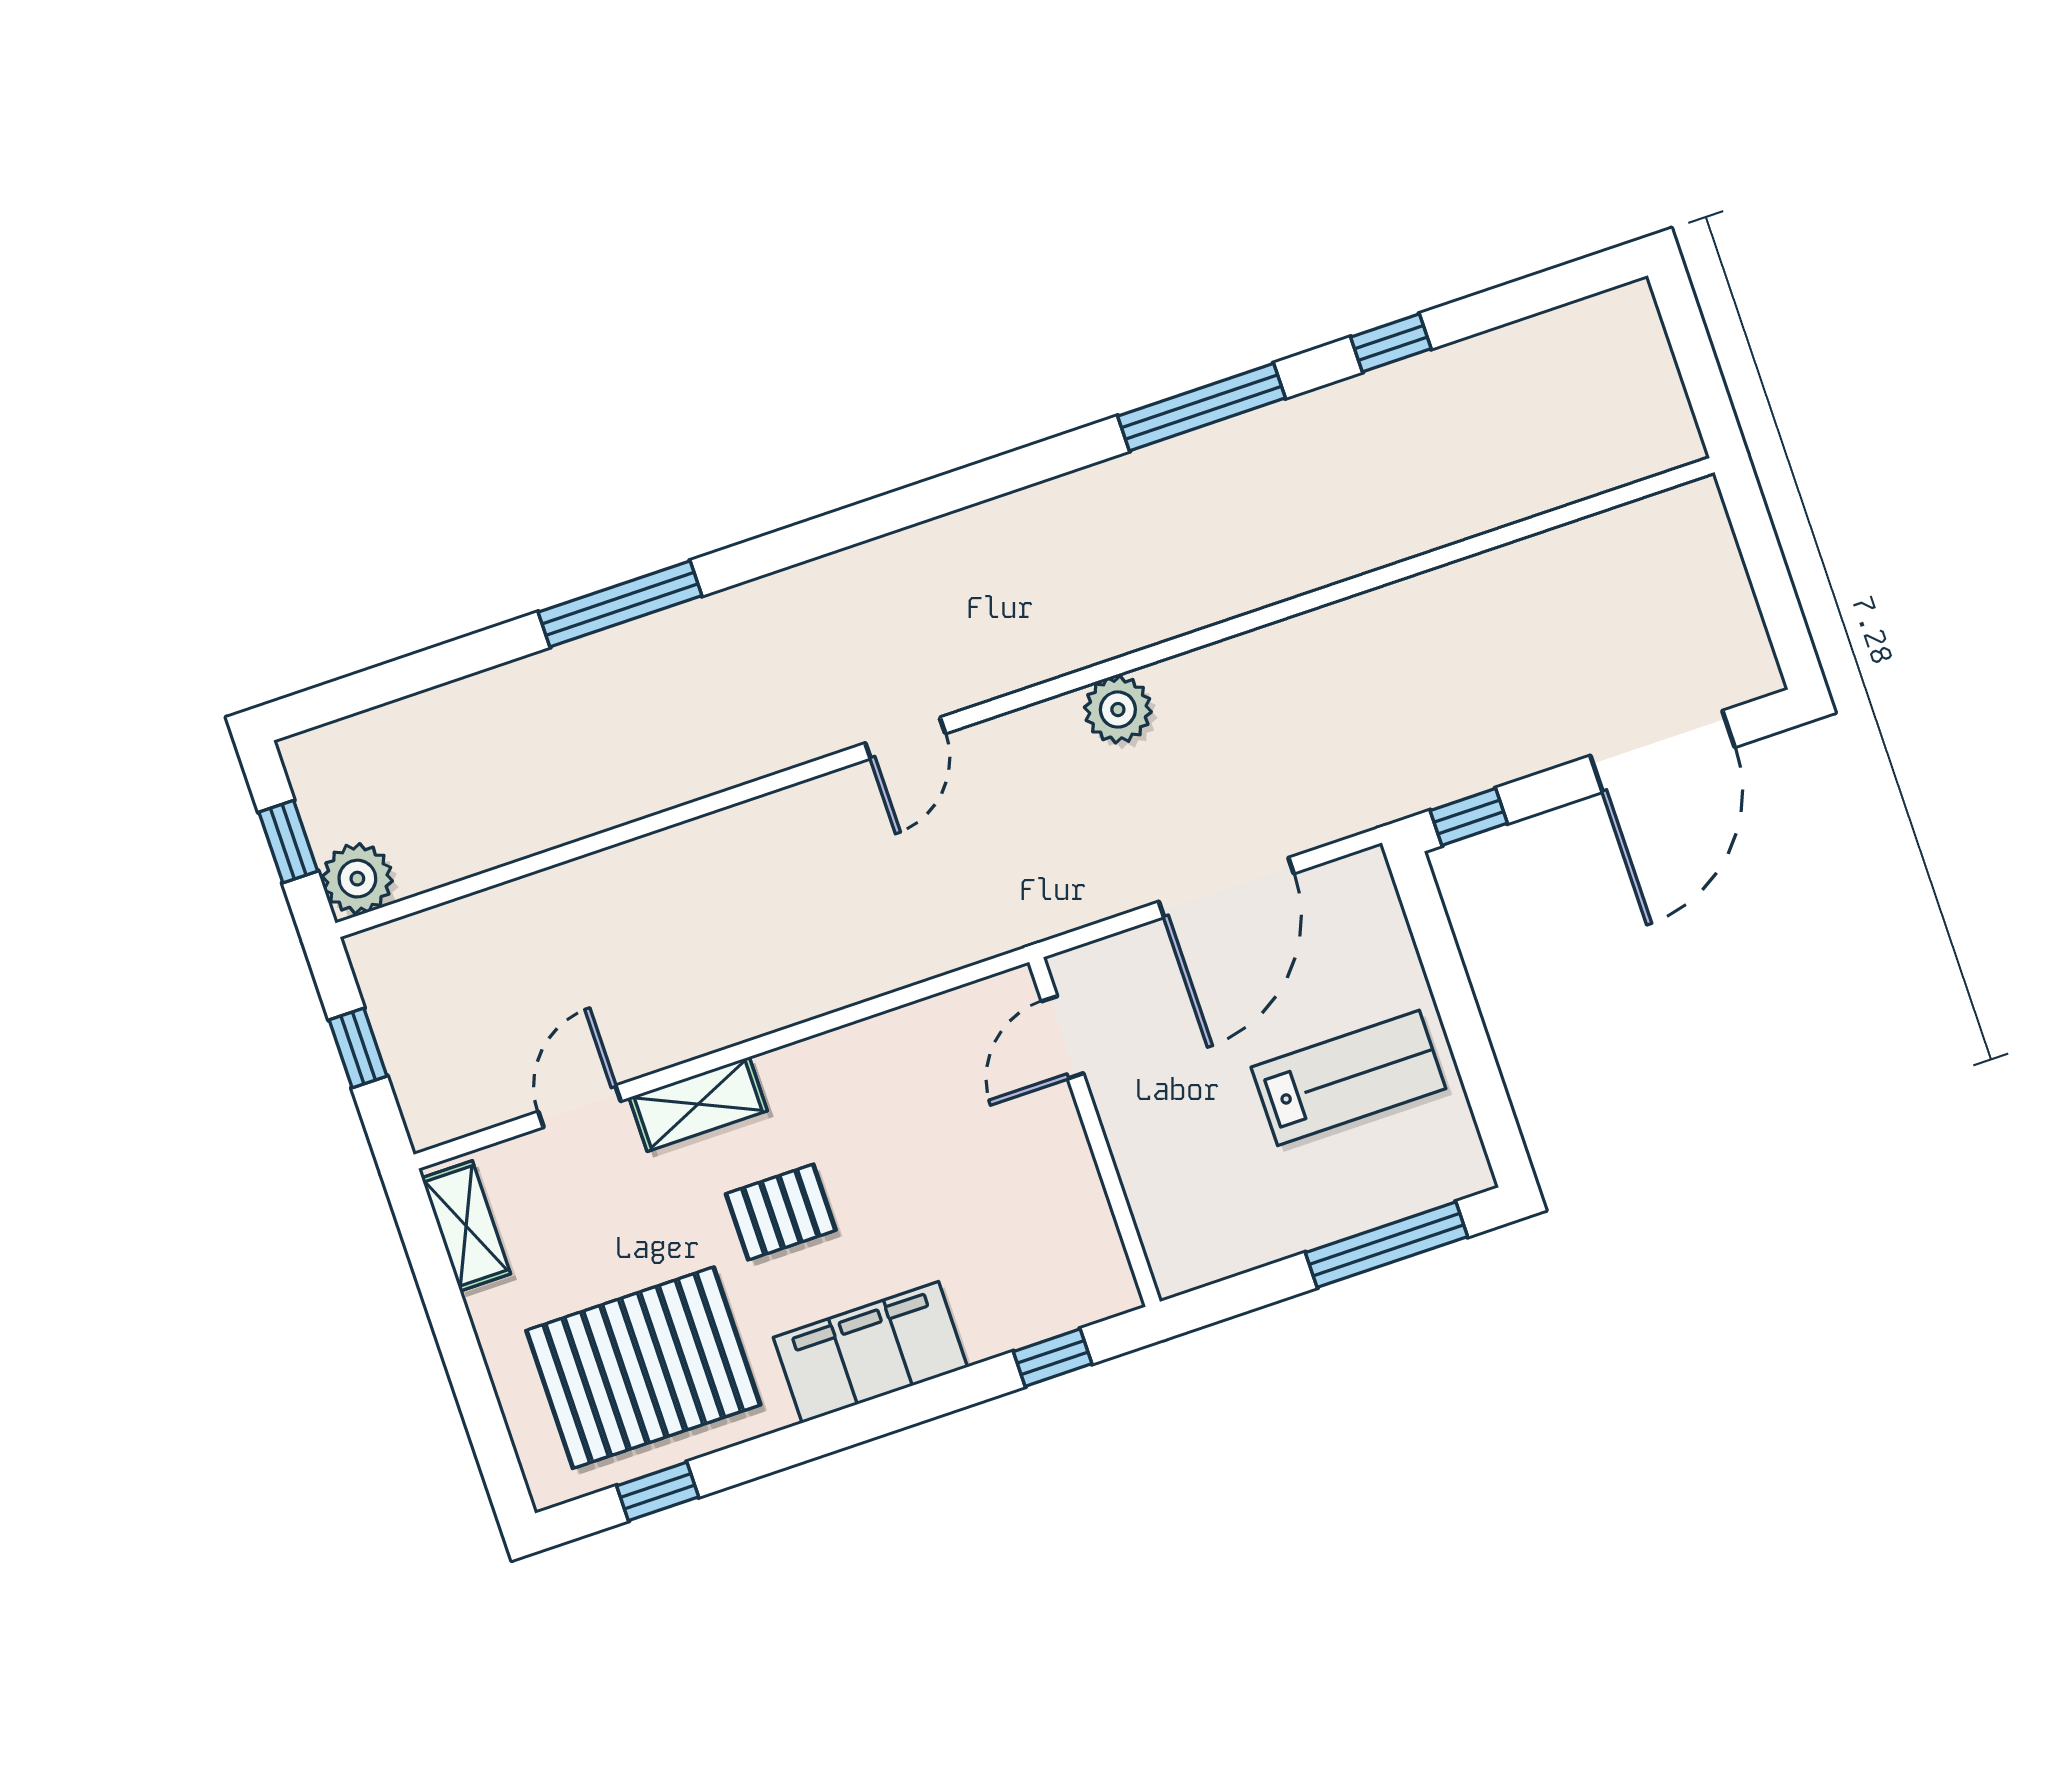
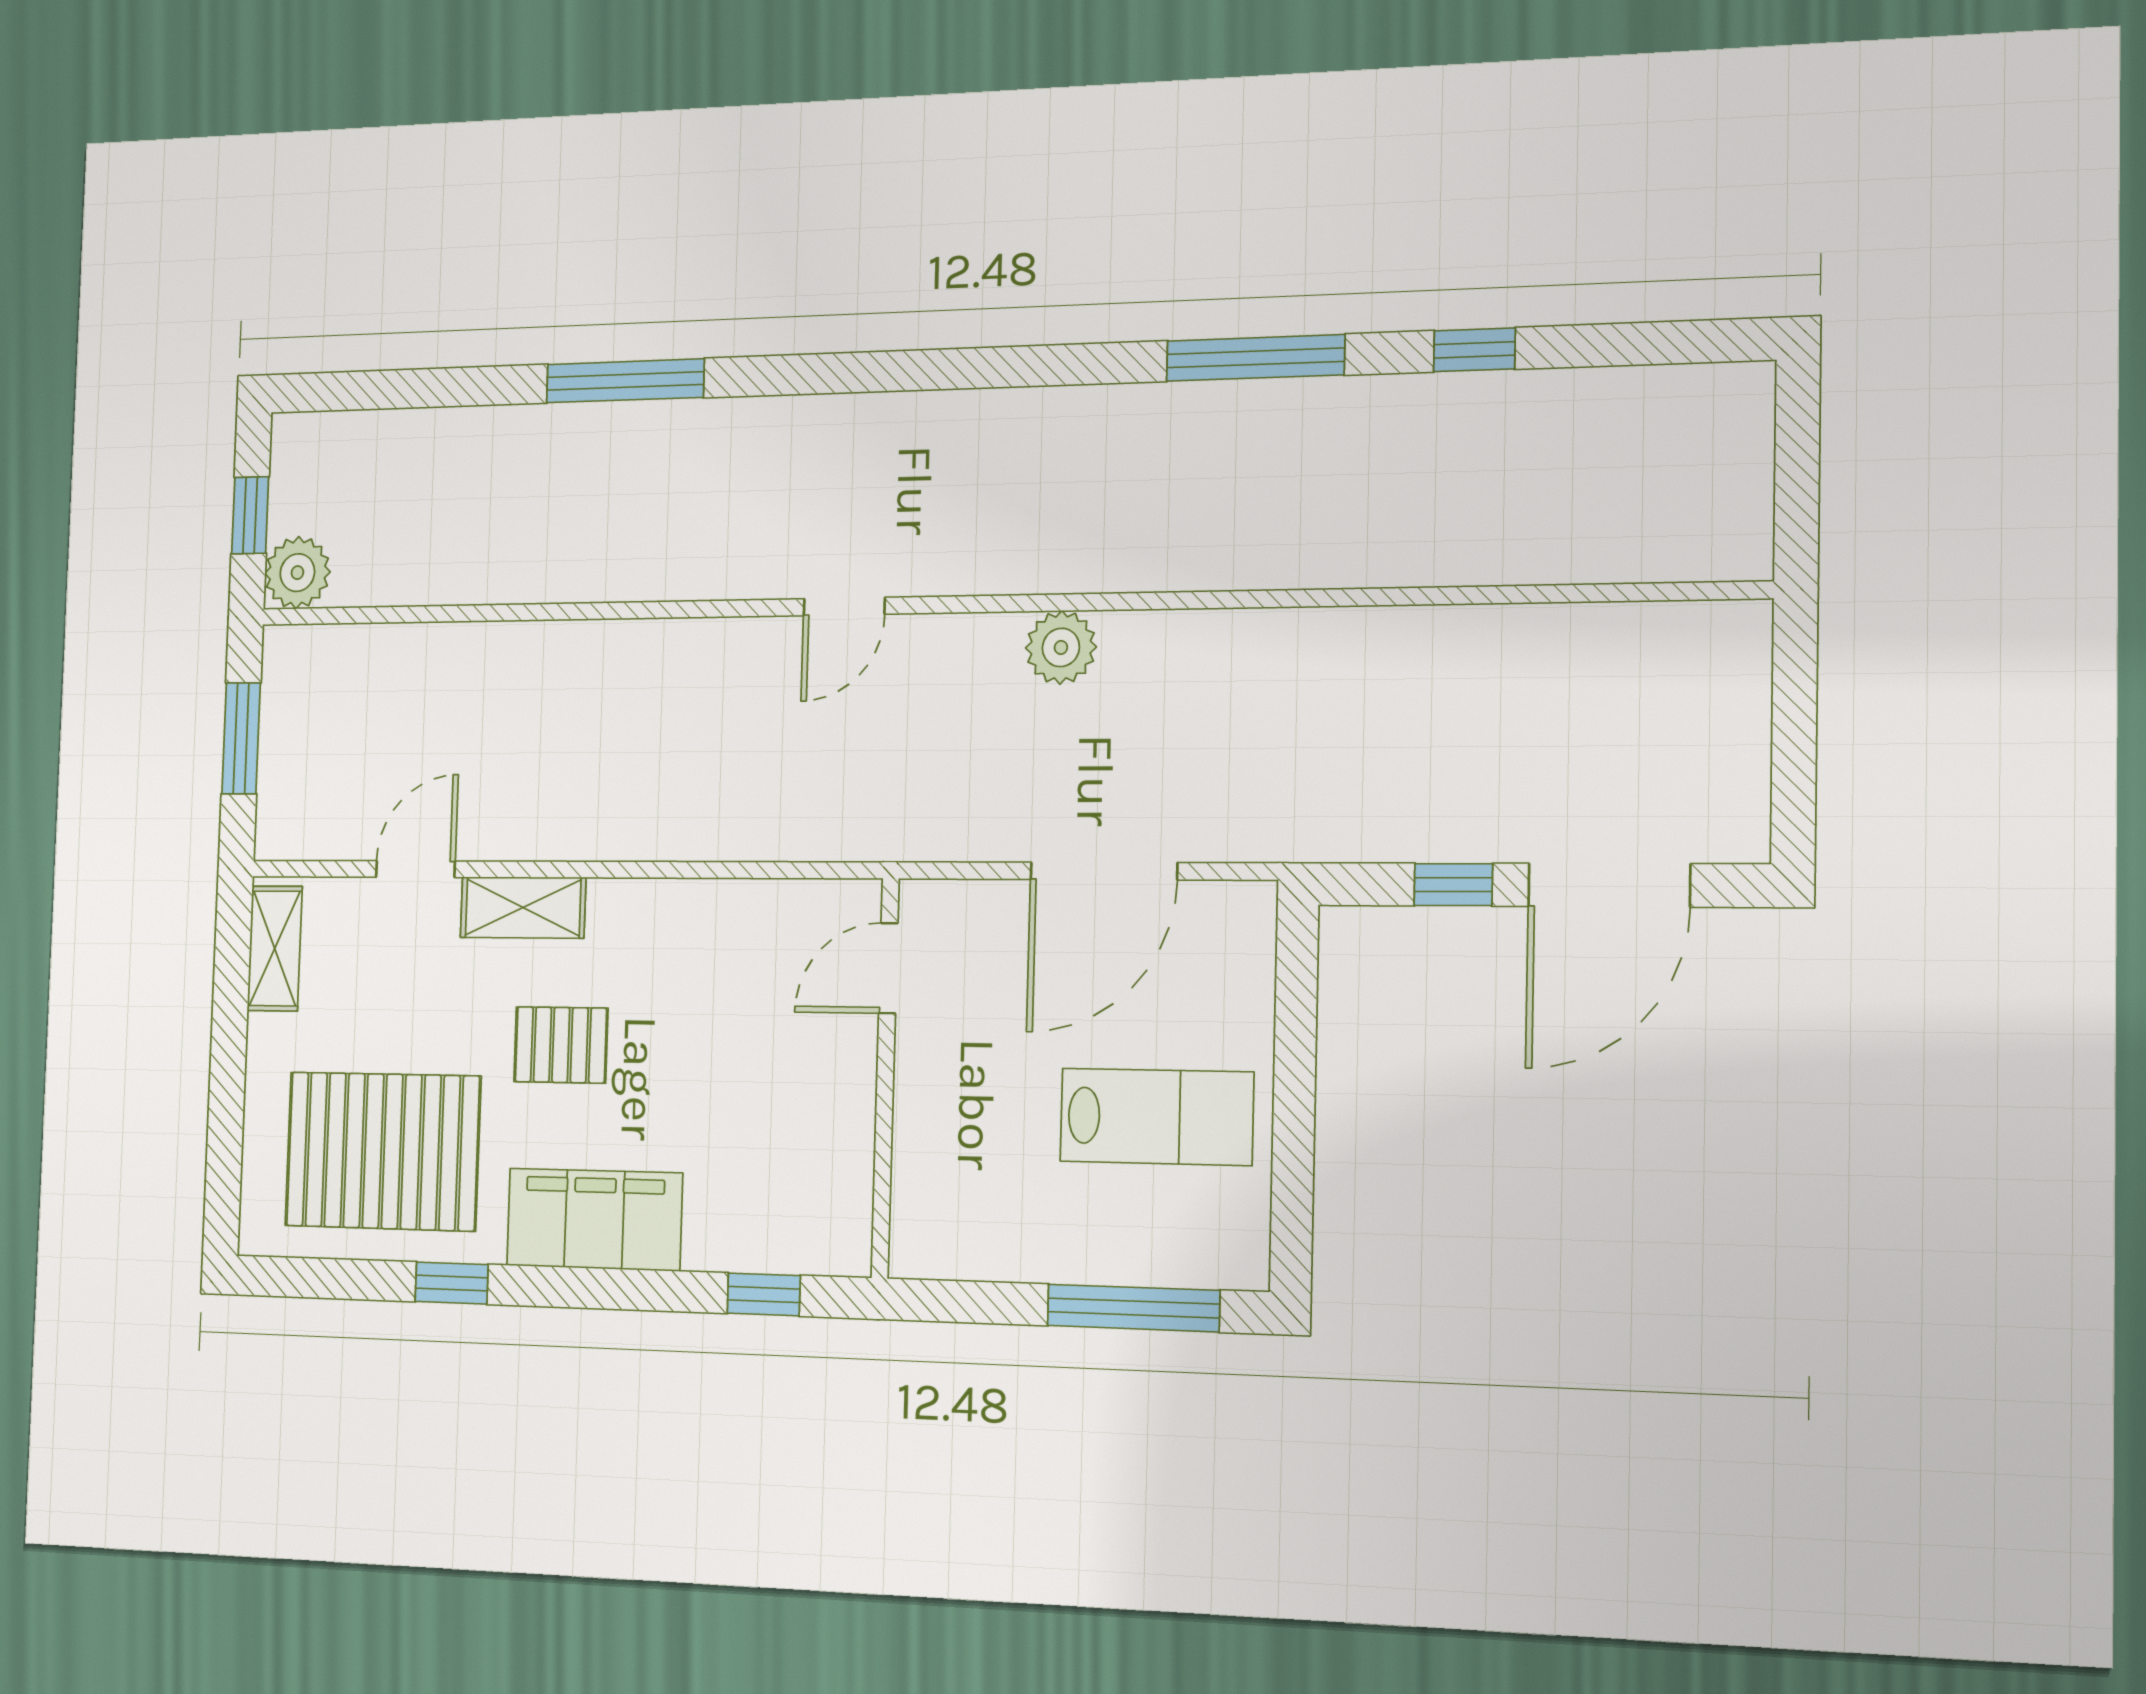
window: (1469, 817) -> (1453, 885), moved
window: (358, 1048) -> (241, 738), width x1.50
window: (658, 1491) -> (452, 1283), moved

